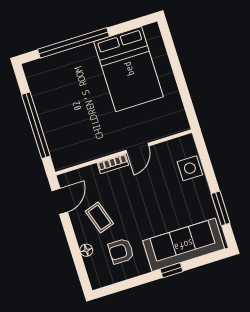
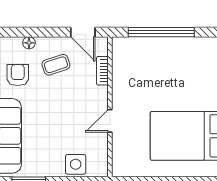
door: (137, 148) -> (110, 121), hinge flipped
bookcase: (113, 164) -> (102, 71), moved

